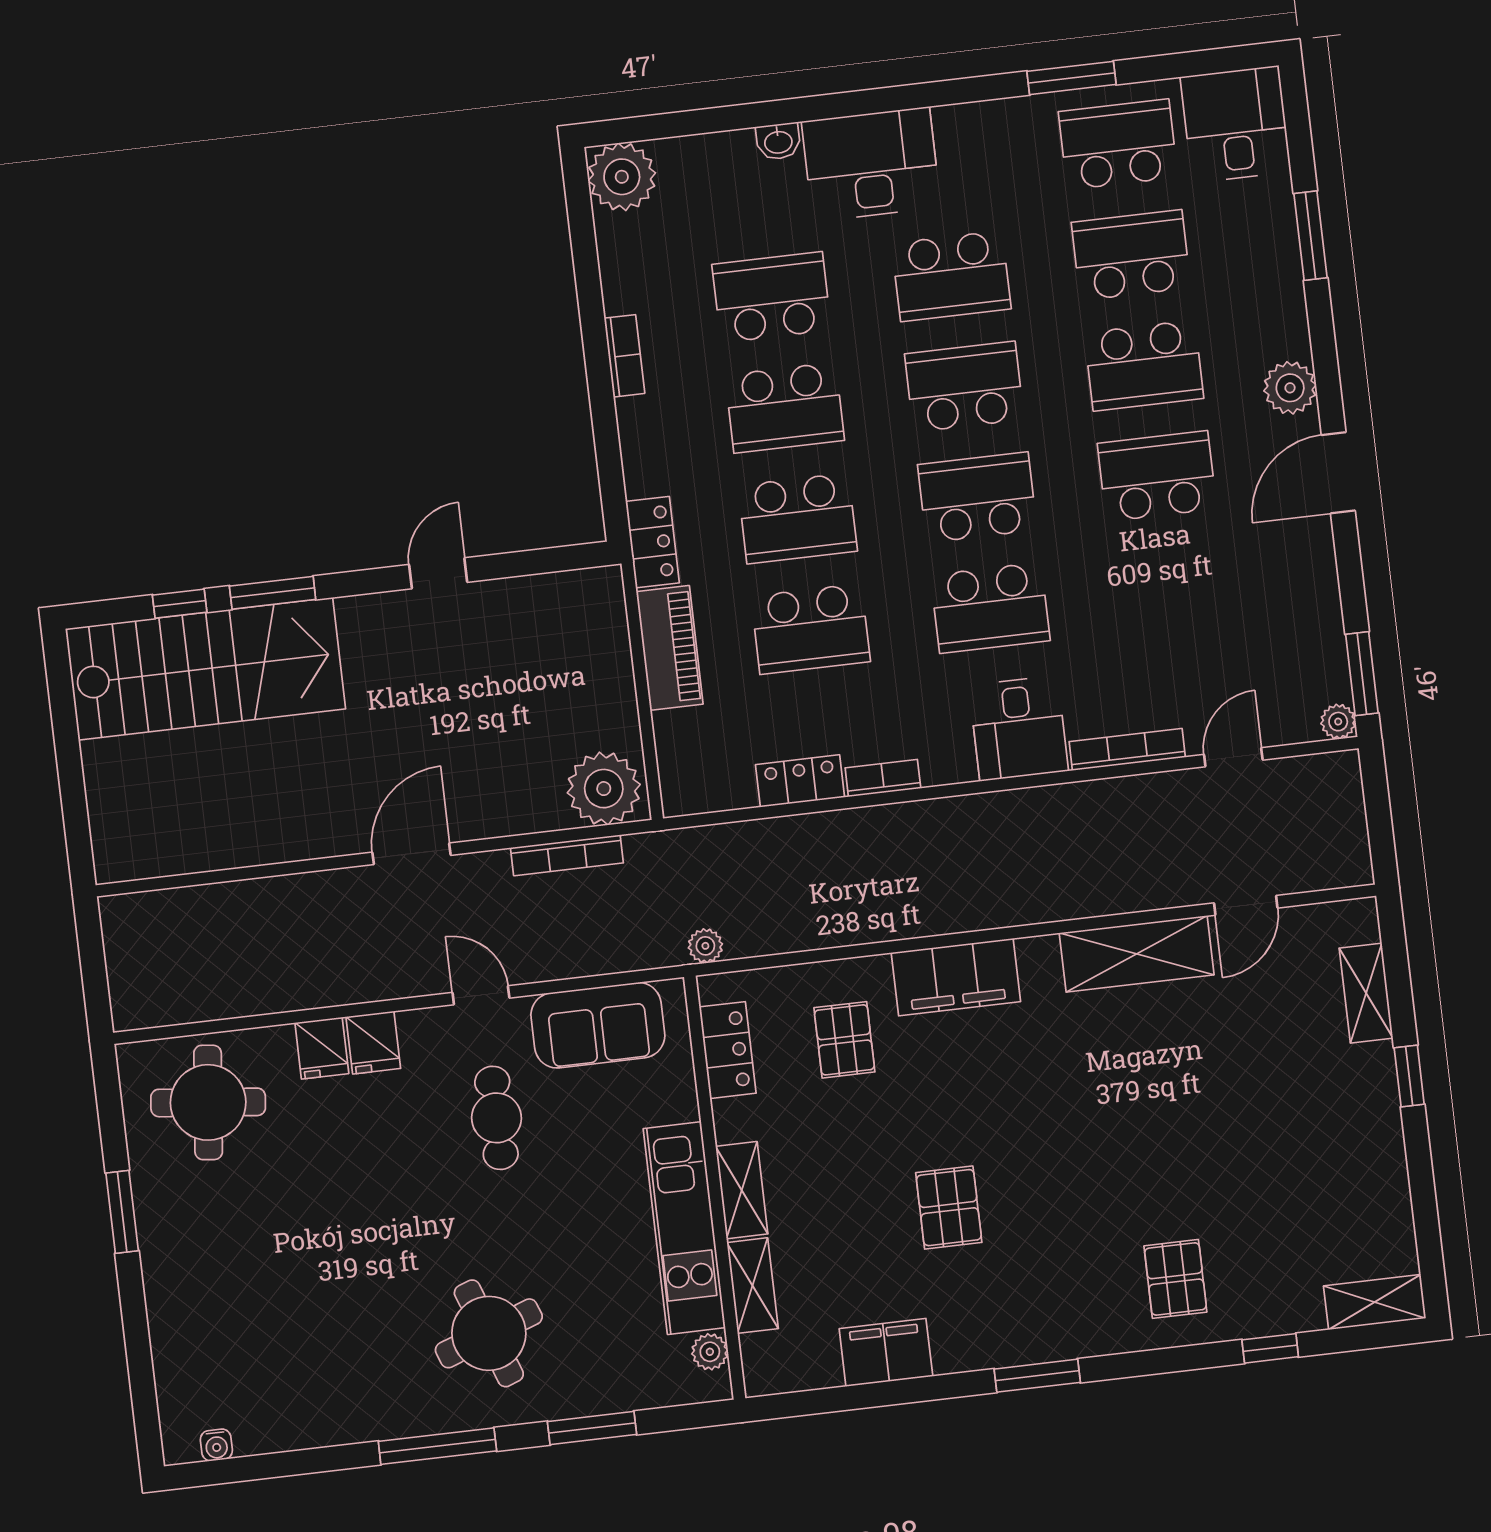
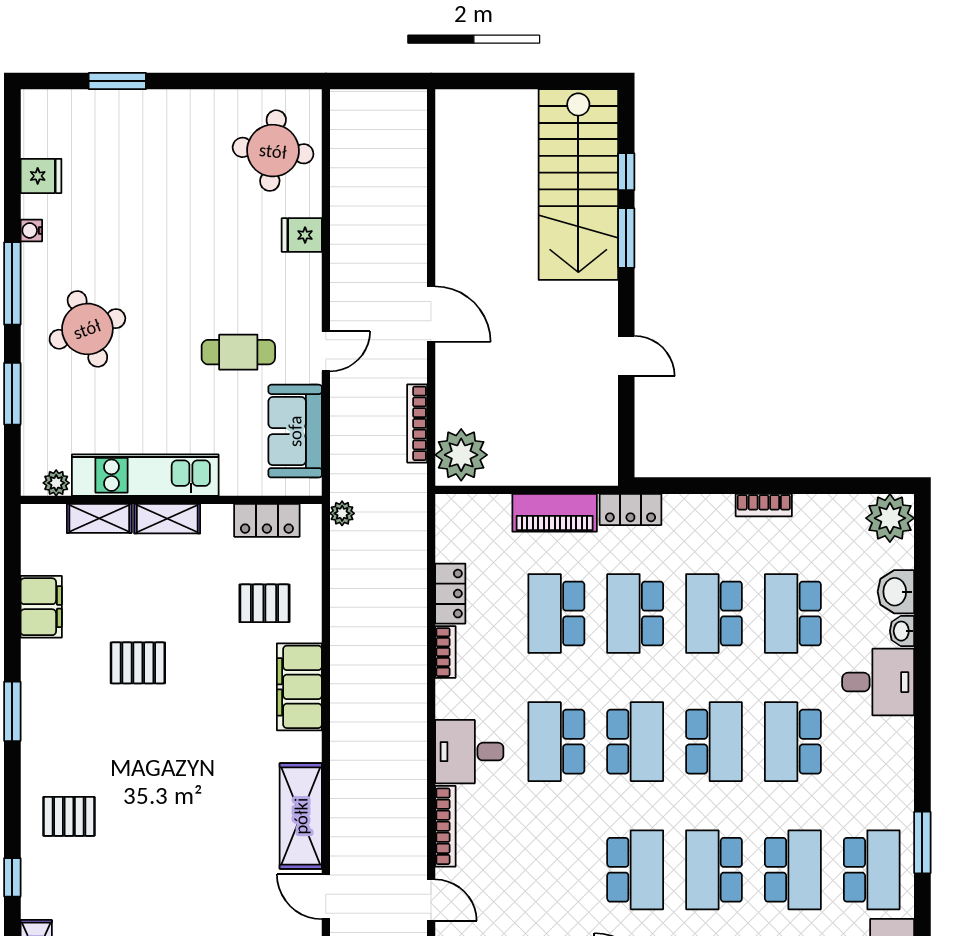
washbasin: (724, 156) -> (896, 592), added
desk: (871, 164) -> (878, 682), width x0.73
school desk: (772, 297) -> (793, 613), turned 180
fridge: (373, 1043) -> (41, 176), moved, turned 180
window: (122, 1212) -> (117, 81), moved
water cooler: (216, 1445) -> (31, 230), moved

